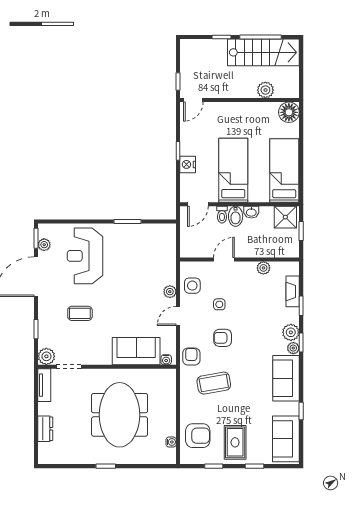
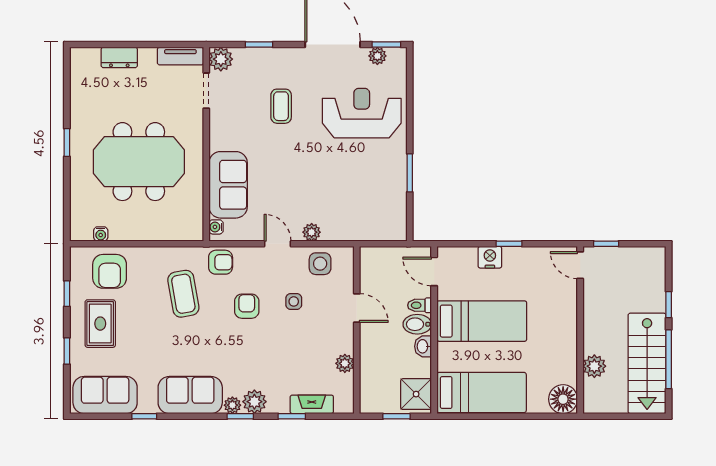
rug: (235, 442) -> (100, 324), turned 90

